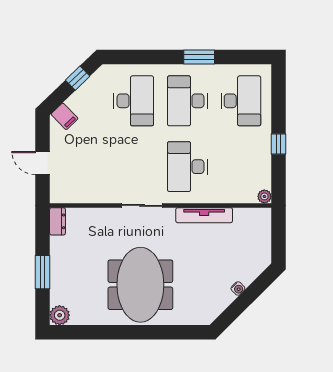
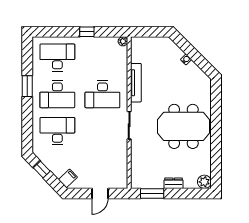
dresser: (58, 221) -> (174, 183), moved
window: (43, 272) -> (152, 193), moved

